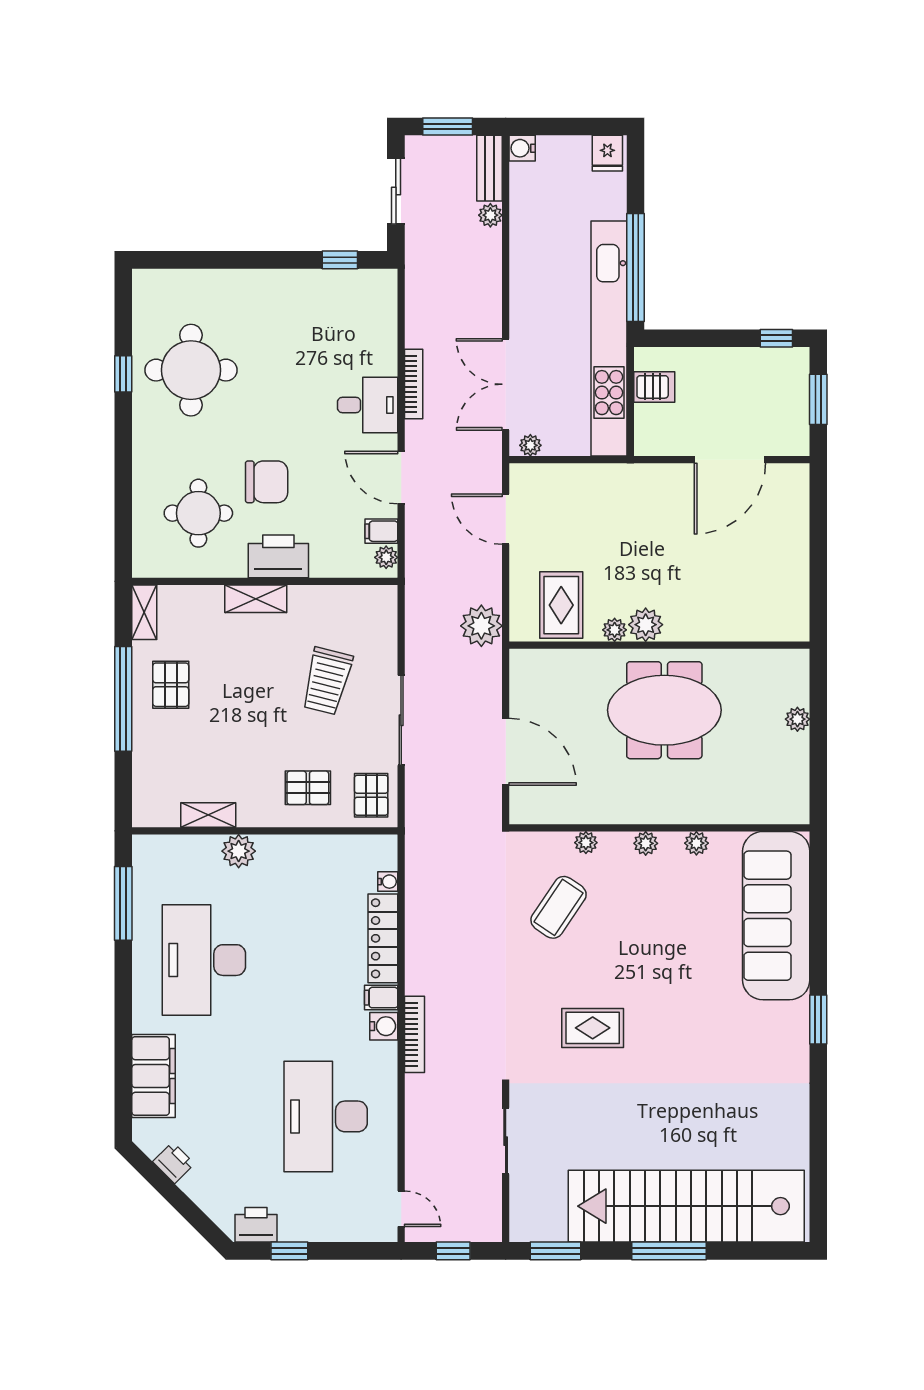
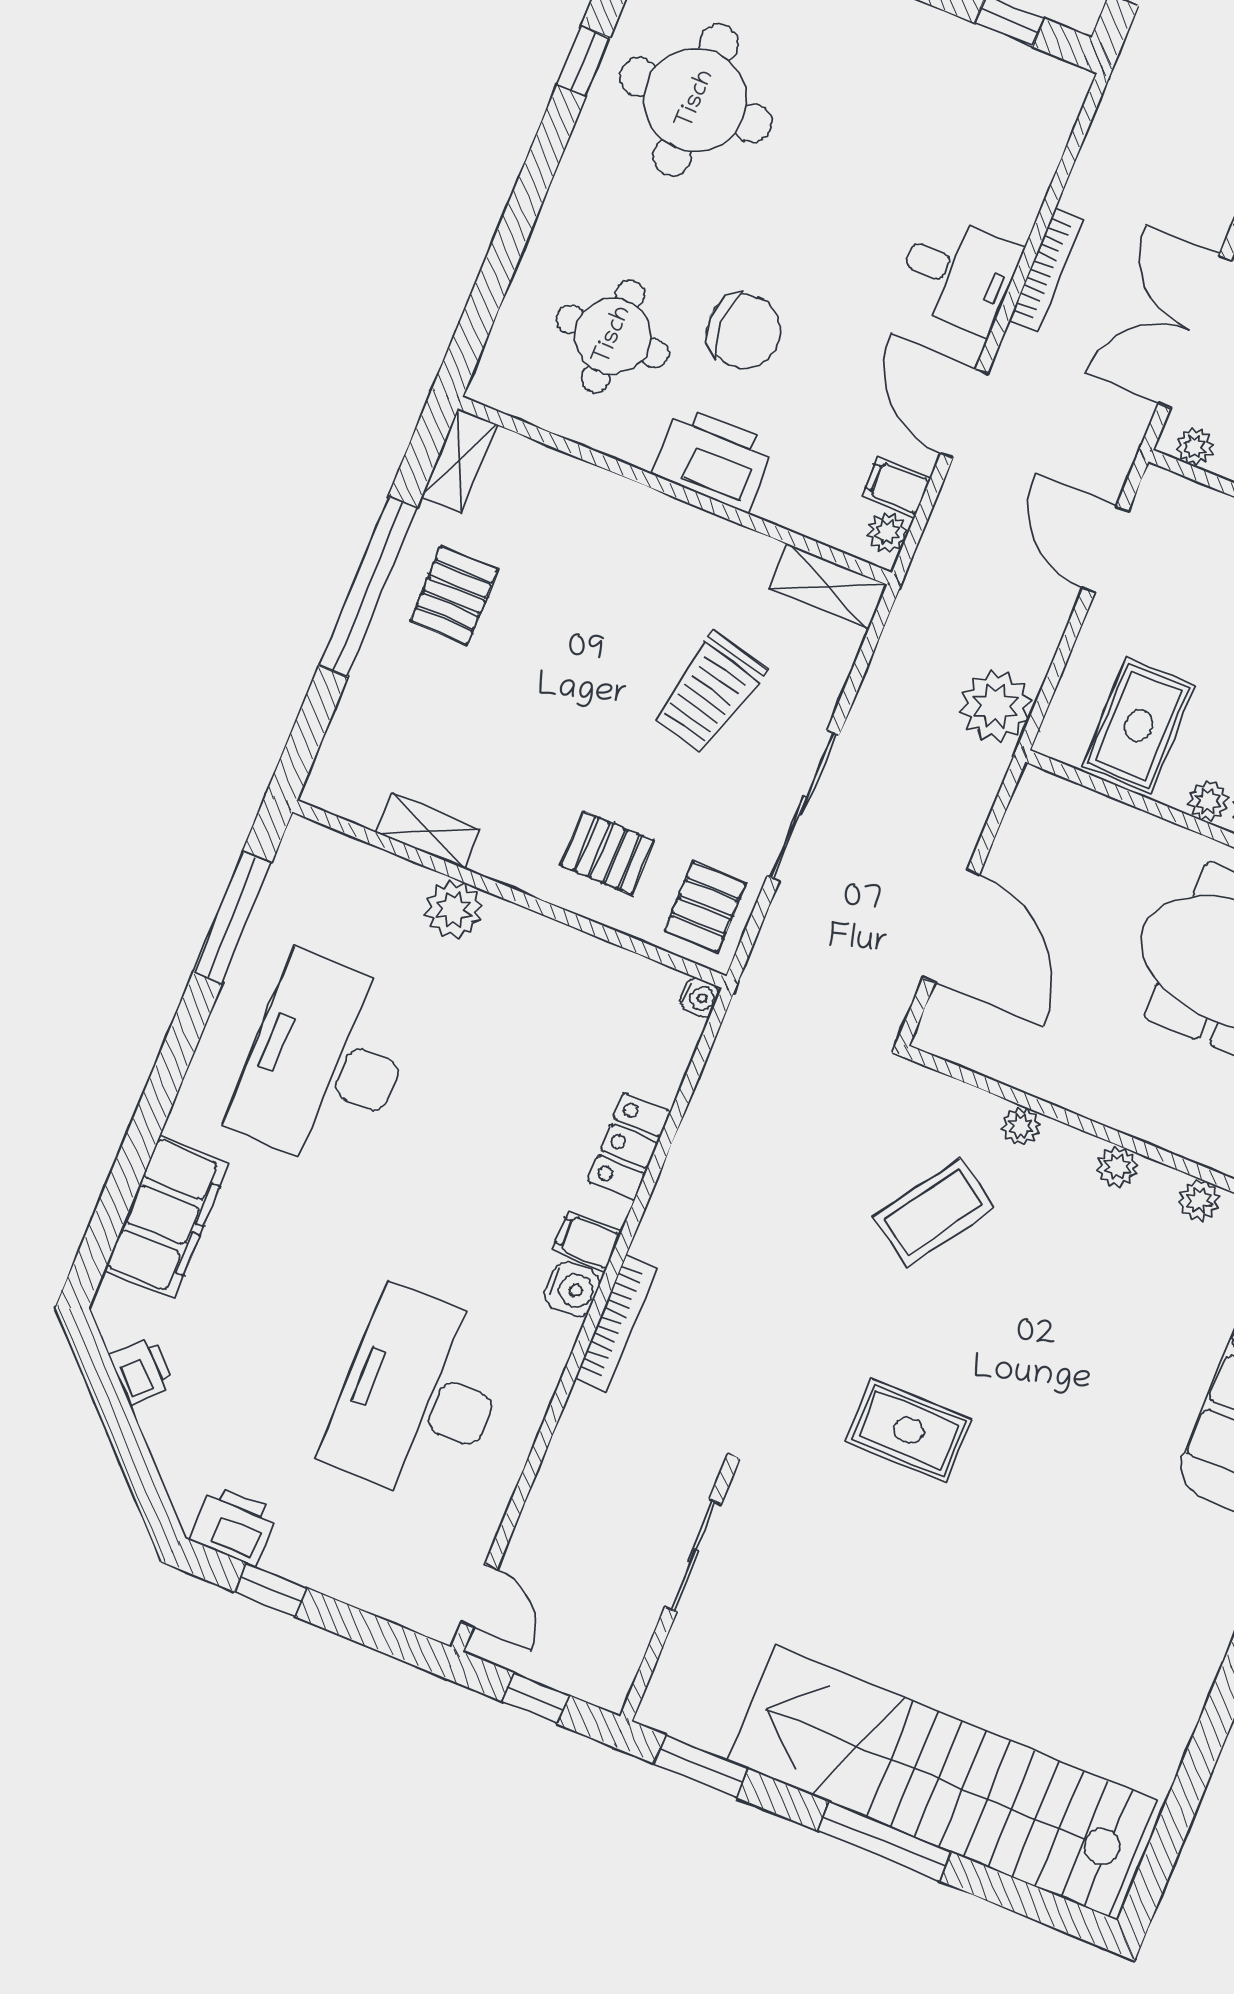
shelving: (256, 599) -> (828, 586), moved
water cooler: (388, 882) -> (699, 997), moved
locker: (383, 938) -> (629, 1146), width x0.66

